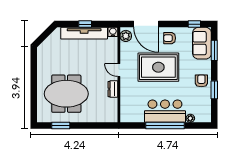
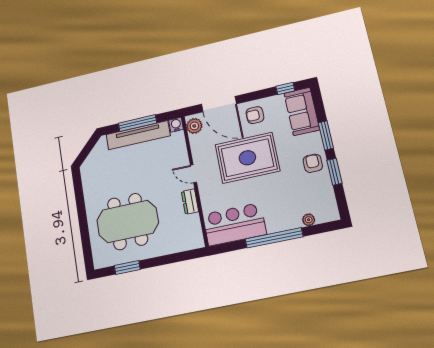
window: (85, 24) -> (137, 123), width x2.17
window: (214, 50) -> (326, 135), moved
bar counter: (165, 111) -> (234, 224), moved

